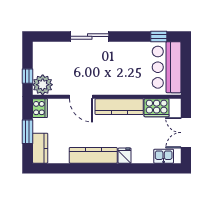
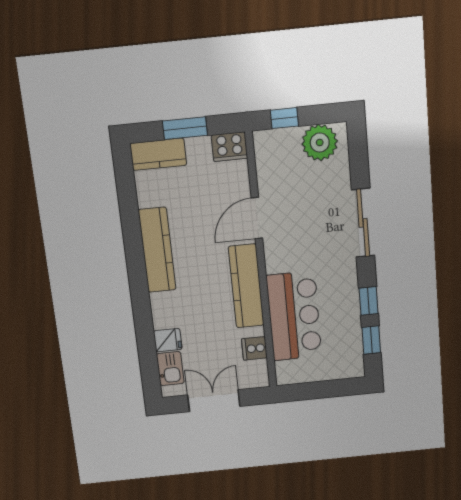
window: (135, 36) -> (369, 301), added
bar counter: (167, 67) -> (294, 316), moved, turned 90
plant: (43, 85) -> (320, 143), moved
cooker: (157, 108) -> (254, 348), width x0.53, depth x0.76
fridge: (125, 156) -> (168, 340), moved

